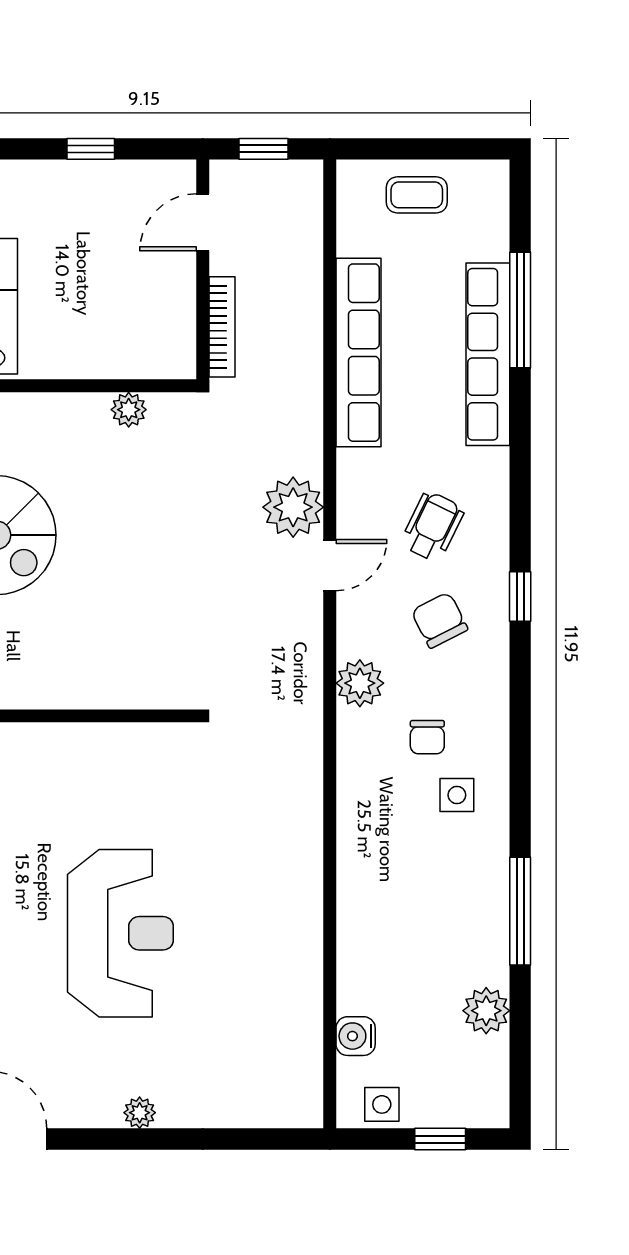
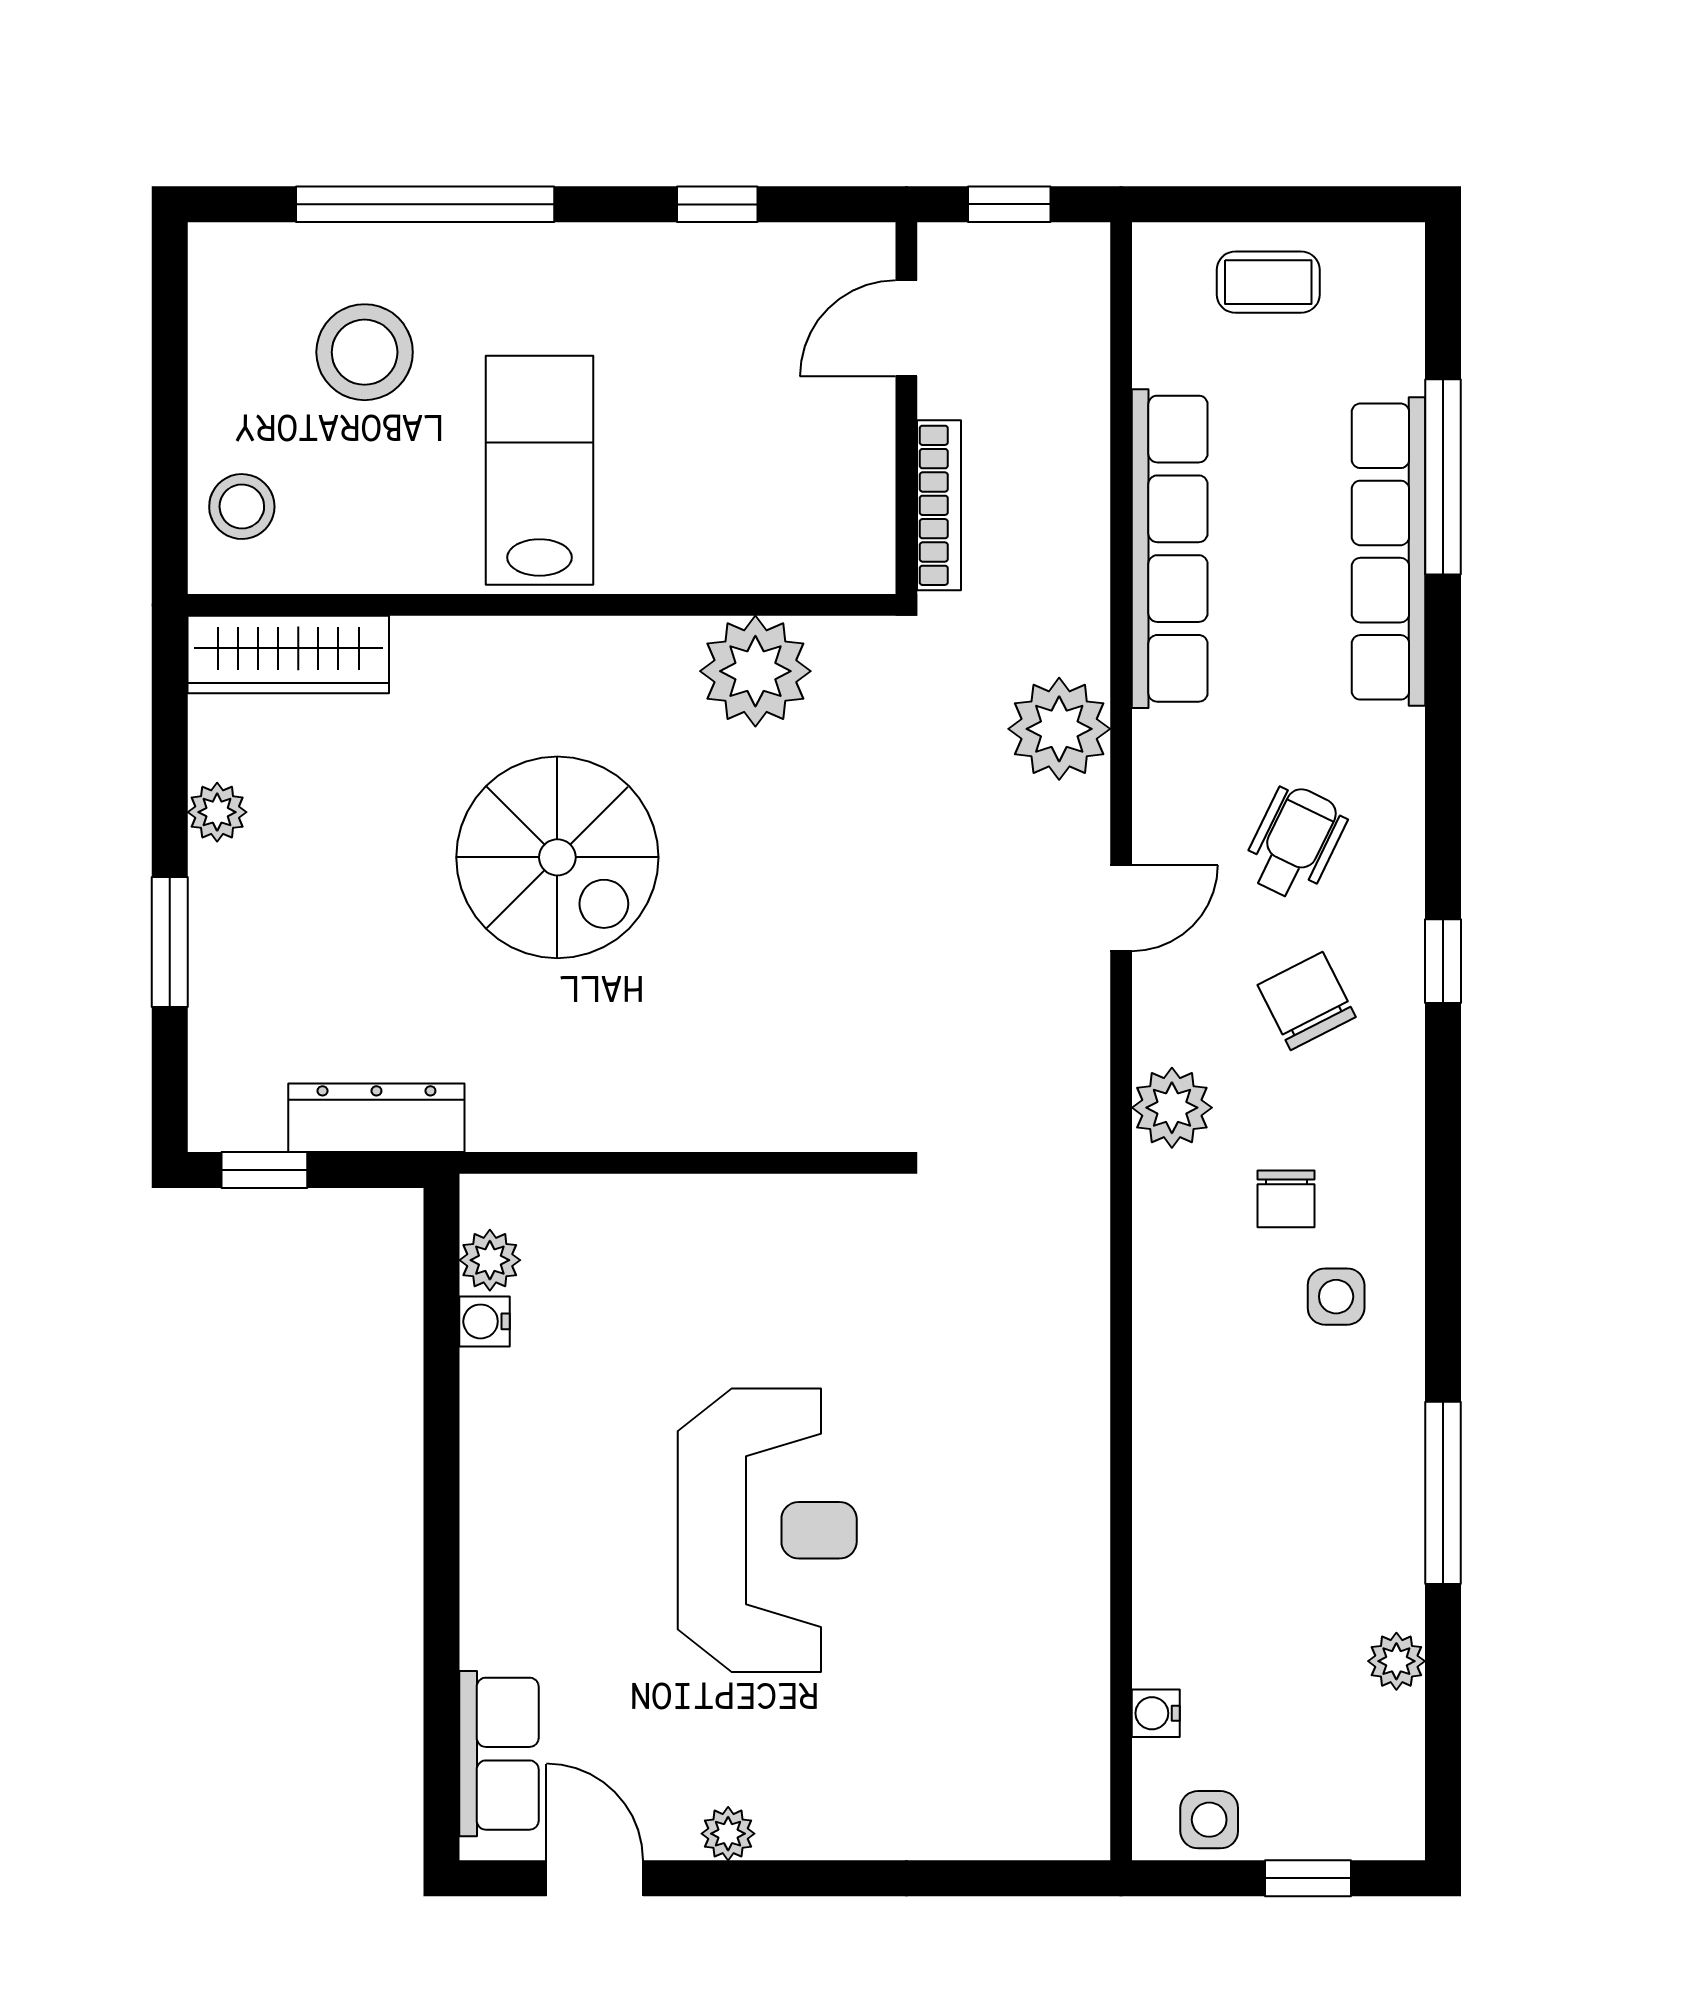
plant: (129, 410) -> (755, 671), width x1.87, depth x1.87
plant: (293, 507) -> (1059, 729), moved
plant: (486, 1011) -> (1396, 1661), width x0.73, depth x0.73
water cooler: (356, 1036) -> (1156, 1713), width x0.72, depth x0.72
plant: (140, 1113) -> (728, 1834), moved

